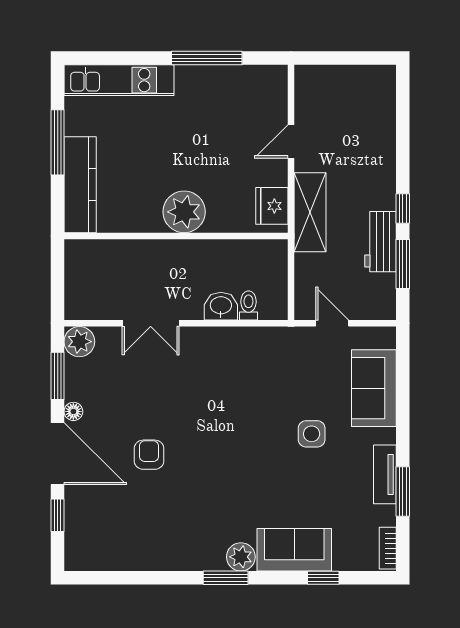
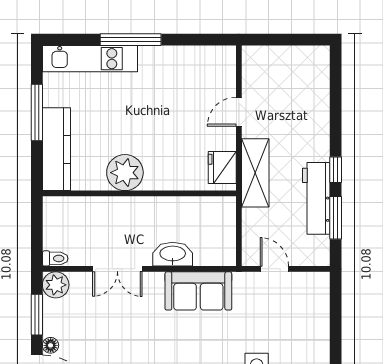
window: (207, 58) -> (131, 40), moved
plant: (184, 212) -> (125, 173), moved
workbench: (381, 242) -> (316, 198), width x1.38
toilet: (248, 305) -> (55, 258), moved, turned 90
washbasin: (221, 306) -> (173, 254), width x1.38
sofa: (374, 388) -> (198, 291), moved, turned -90

